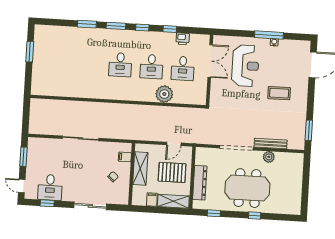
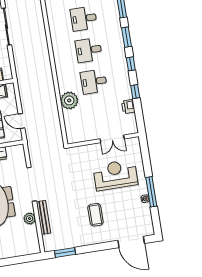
double door: (210, 61) -> (112, 139), width x0.73
reception desk: (245, 66) -> (115, 175), turned 180
desk: (183, 68) -> (84, 19), moved

